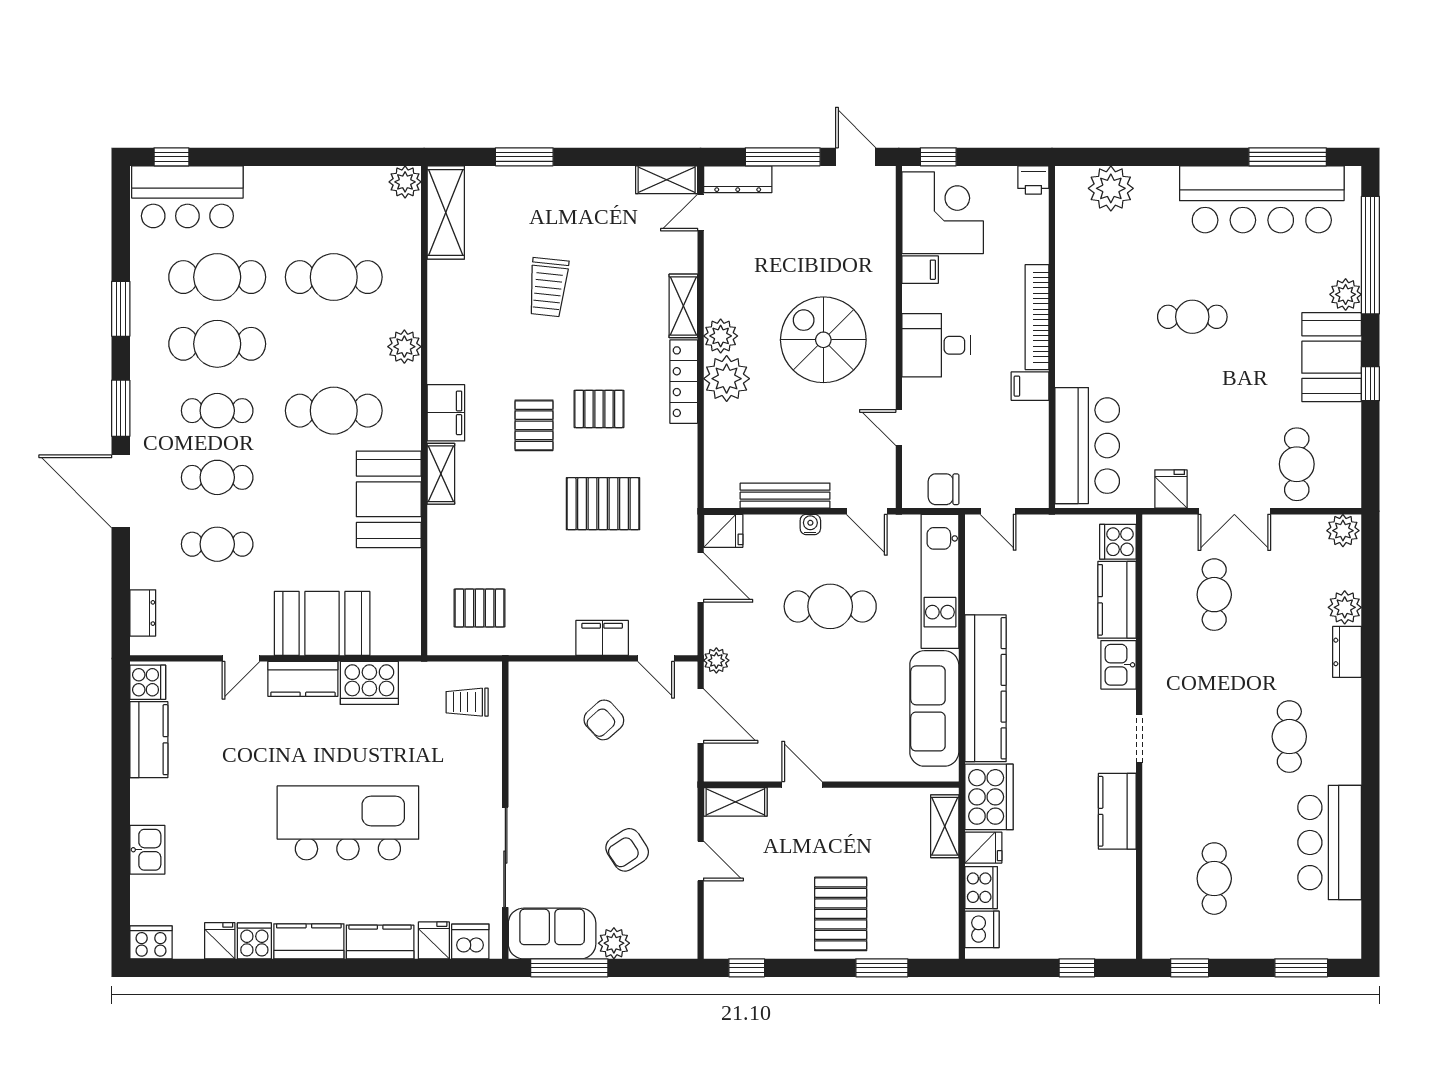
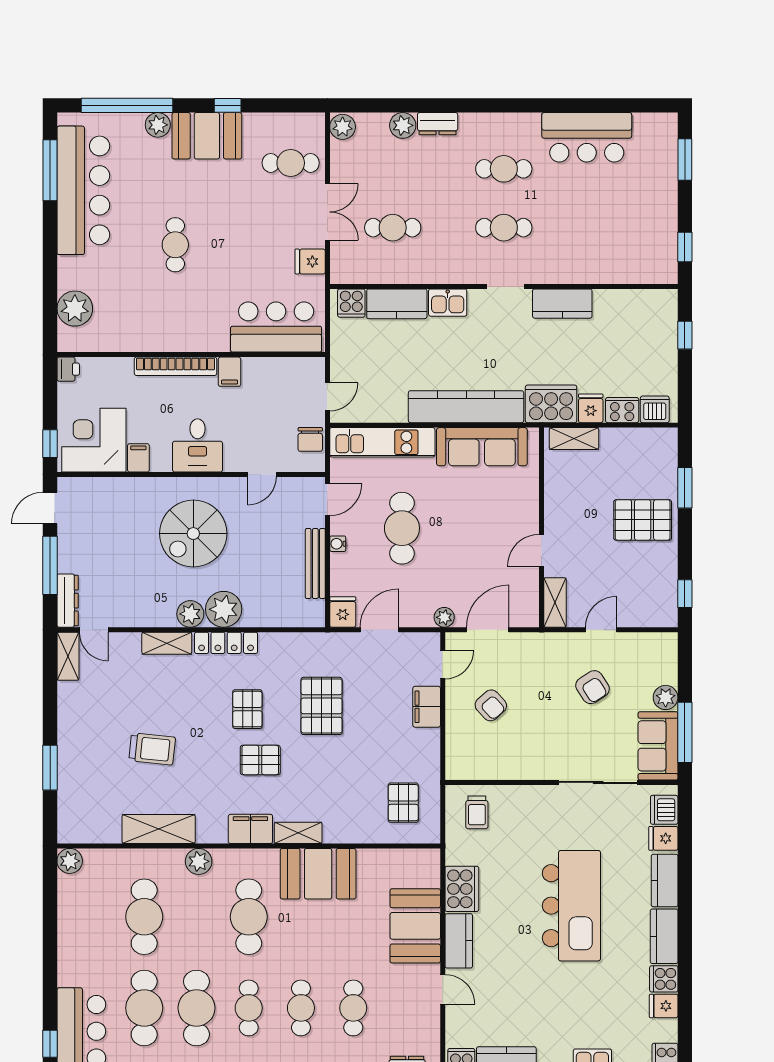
shelving: (446, 212) -> (159, 829), moved
kitchen island: (348, 823) -> (571, 906), turned 180
cafe table: (1214, 879) -> (504, 228), moved

